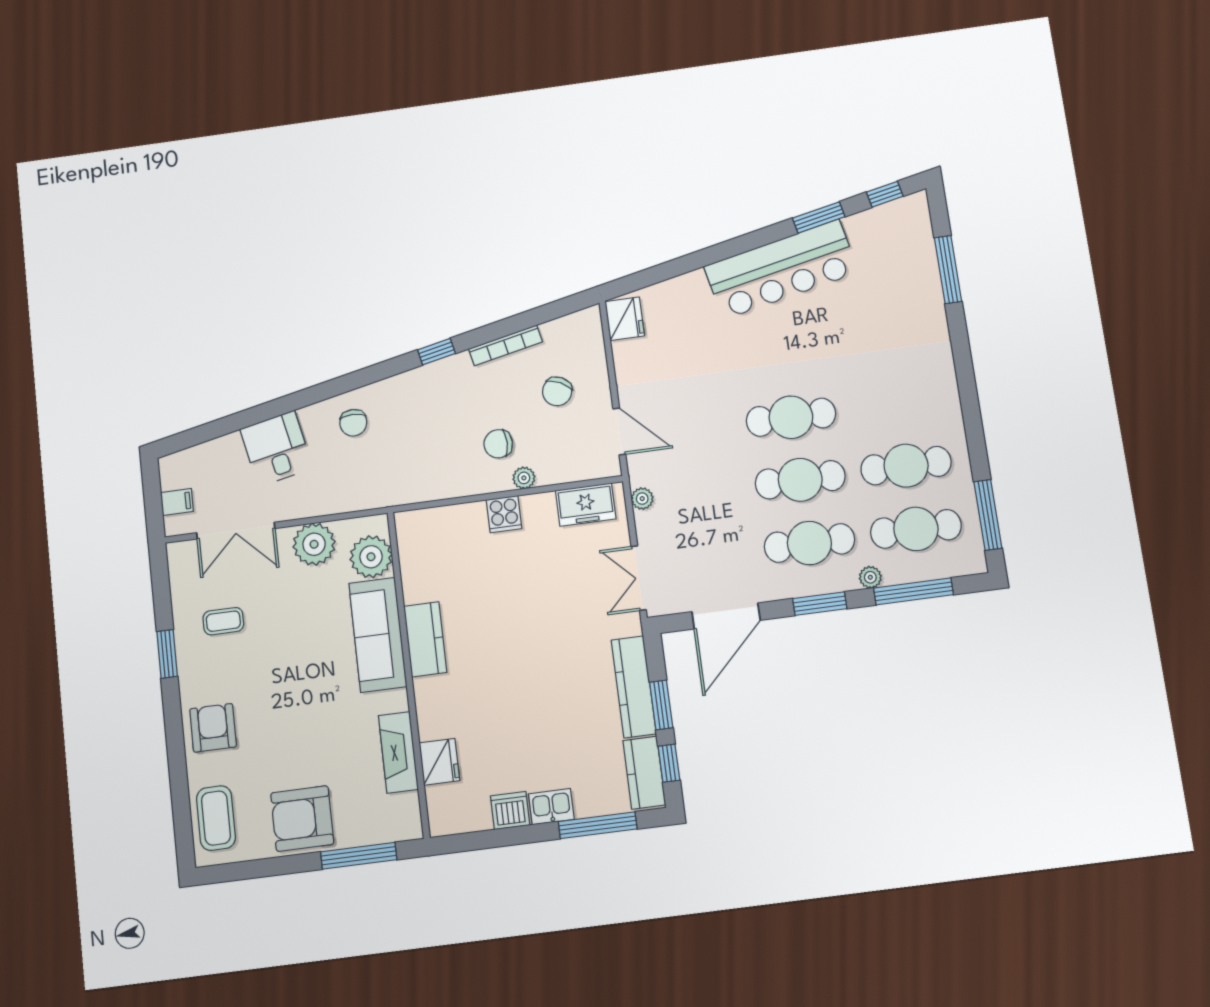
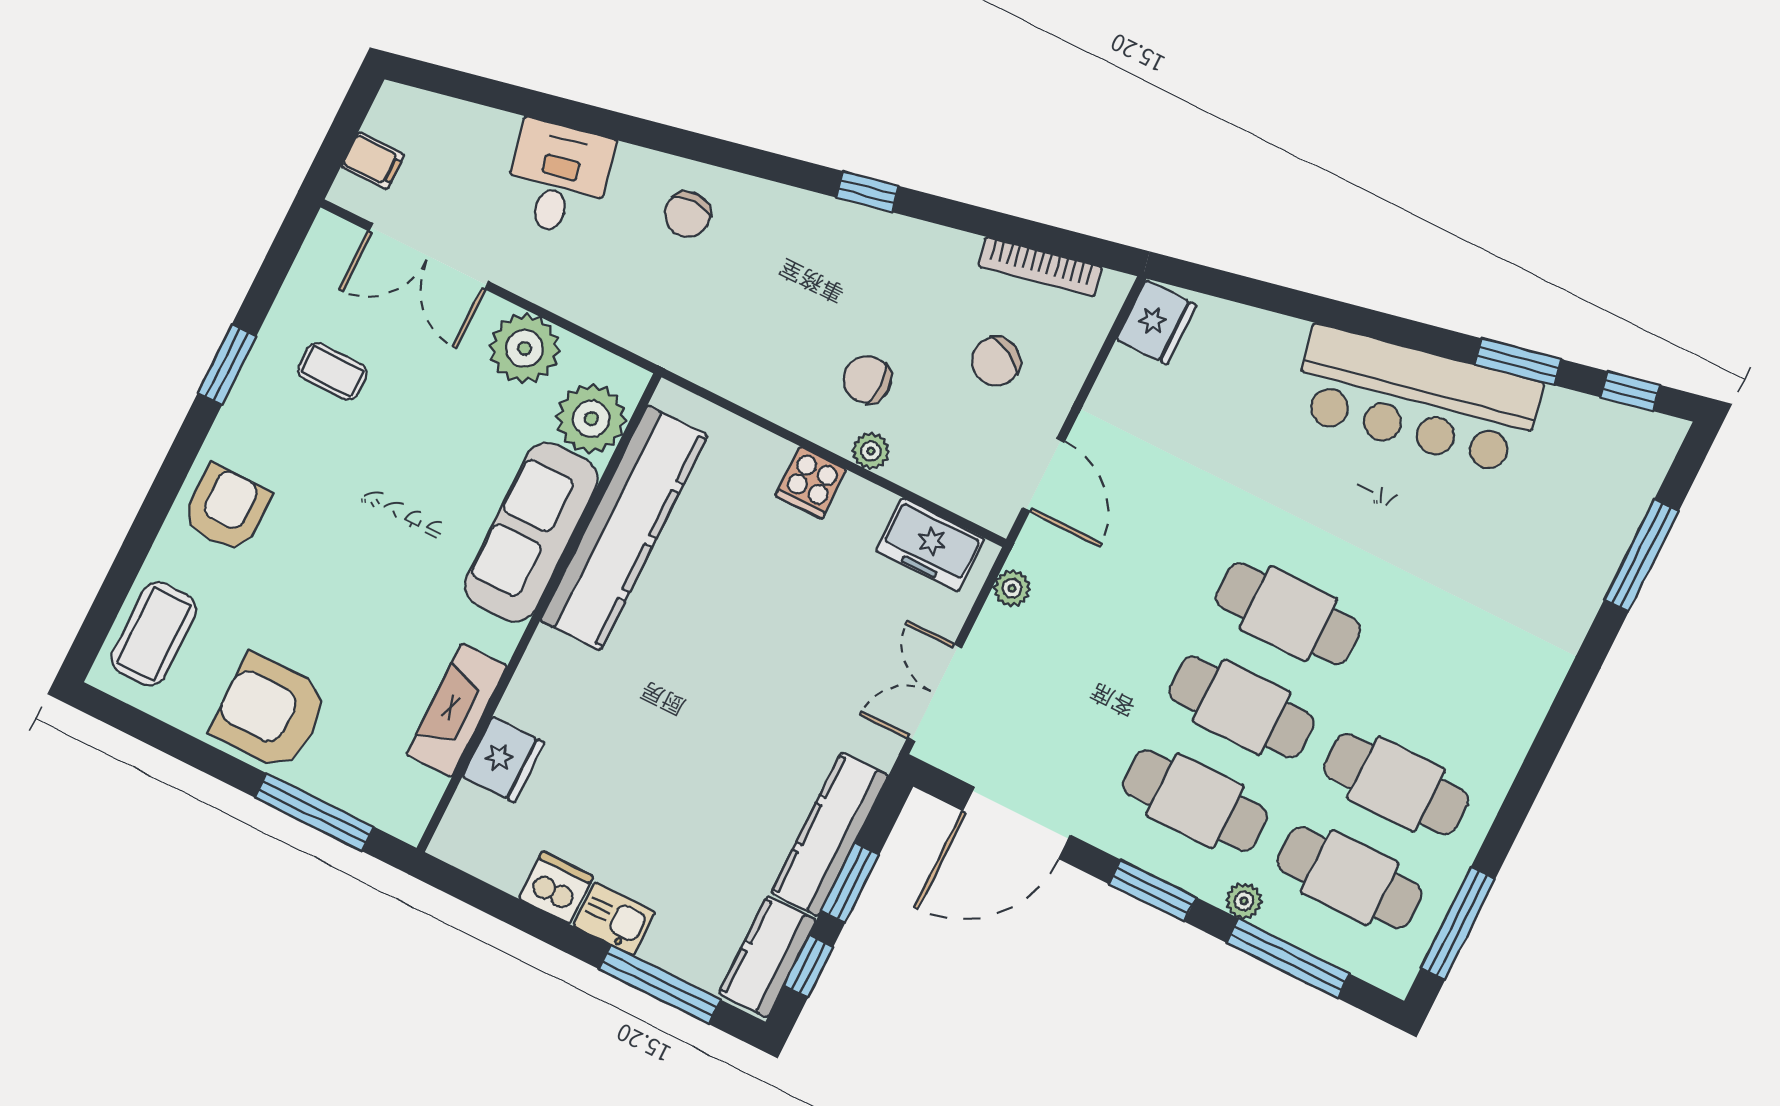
bookcase: (506, 345) -> (1040, 267), moved
kitchen counter: (425, 639) -> (624, 528), width x2.08, depth x1.17

